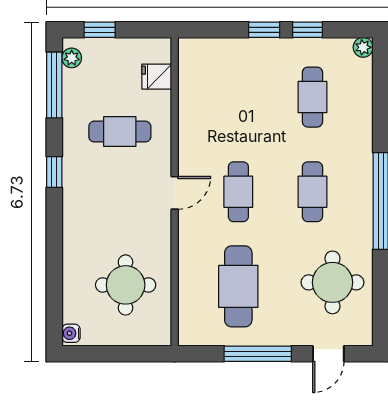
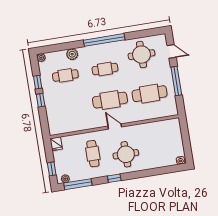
fridge: (157, 77) -> (56, 144), moved
plant: (360, 121) -> (72, 54), added
cafe table: (238, 192) -> (110, 100), width x1.37, depth x1.35
round table: (126, 285) -> (126, 154), moved

